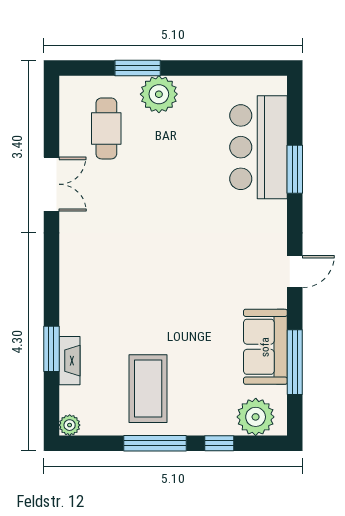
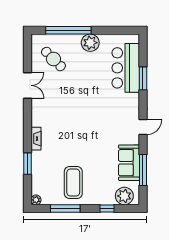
window: (138, 68) -> (68, 30), width x2.11
plant: (159, 94) -> (90, 43), moved
cafe table: (106, 128) -> (53, 59), turned -45
fireplace: (69, 361) -> (36, 139), moved
window: (155, 443) -> (65, 208), moved

